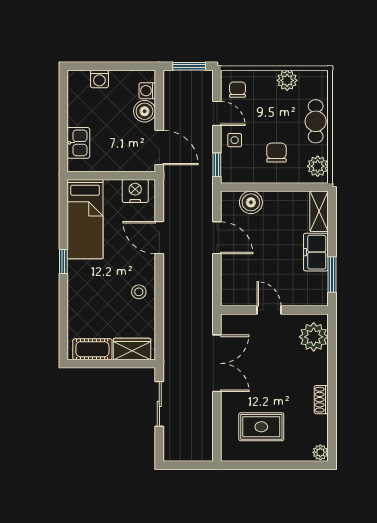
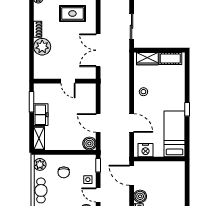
kitchen sink: (78, 143) -> (178, 178), removed
boiler: (251, 202) -> (89, 144), moved
plant: (314, 337) -> (42, 47), moved

